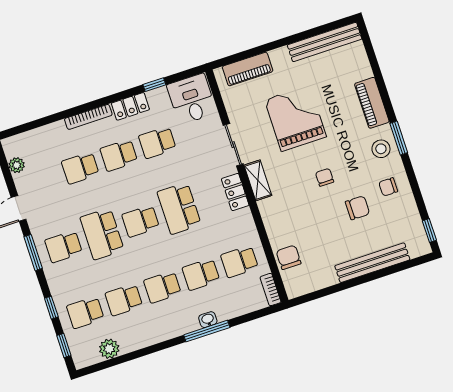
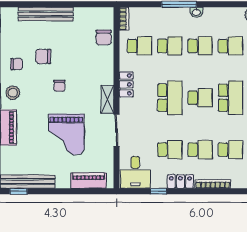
window: (332, 26) -> (19, 191), added
locker: (235, 192) -> (126, 84), moved
washbasin: (208, 320) -> (197, 12), moved

